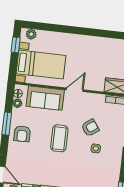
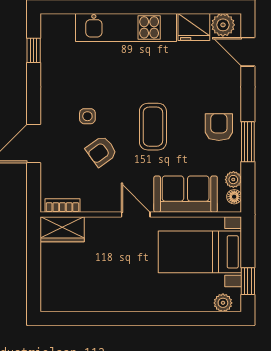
door: (75, 90) -> (136, 215), swing flipped

